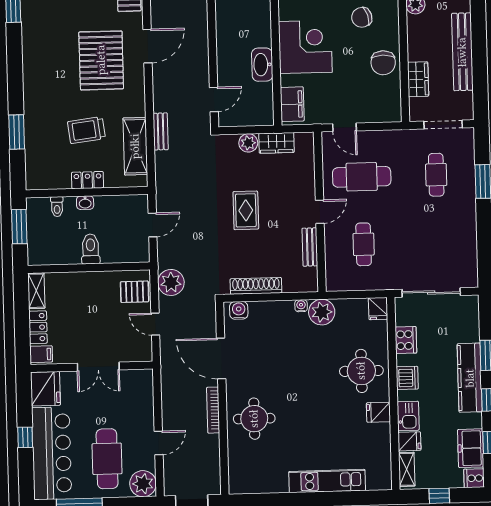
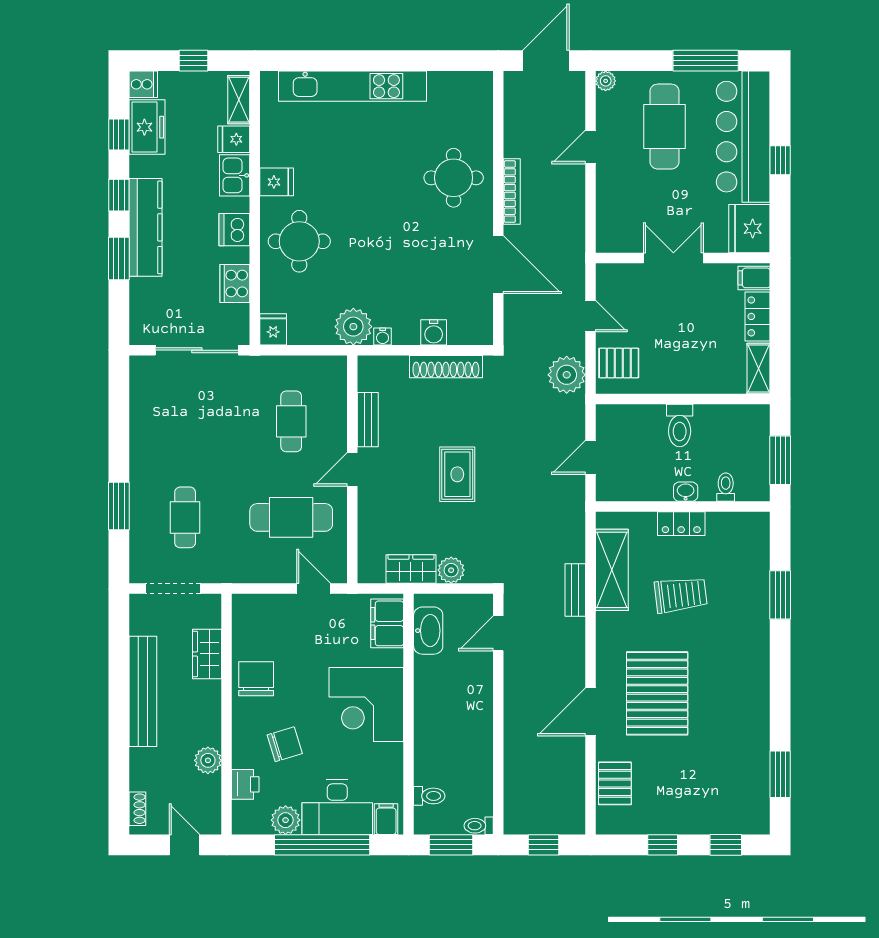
washbasin: (262, 65) -> (428, 631), moved
water cooler: (239, 310) -> (434, 332), moved
kitchen unit: (327, 481) -> (352, 86), width x1.36
plant: (143, 484) -> (606, 81), width x0.53, depth x0.53

